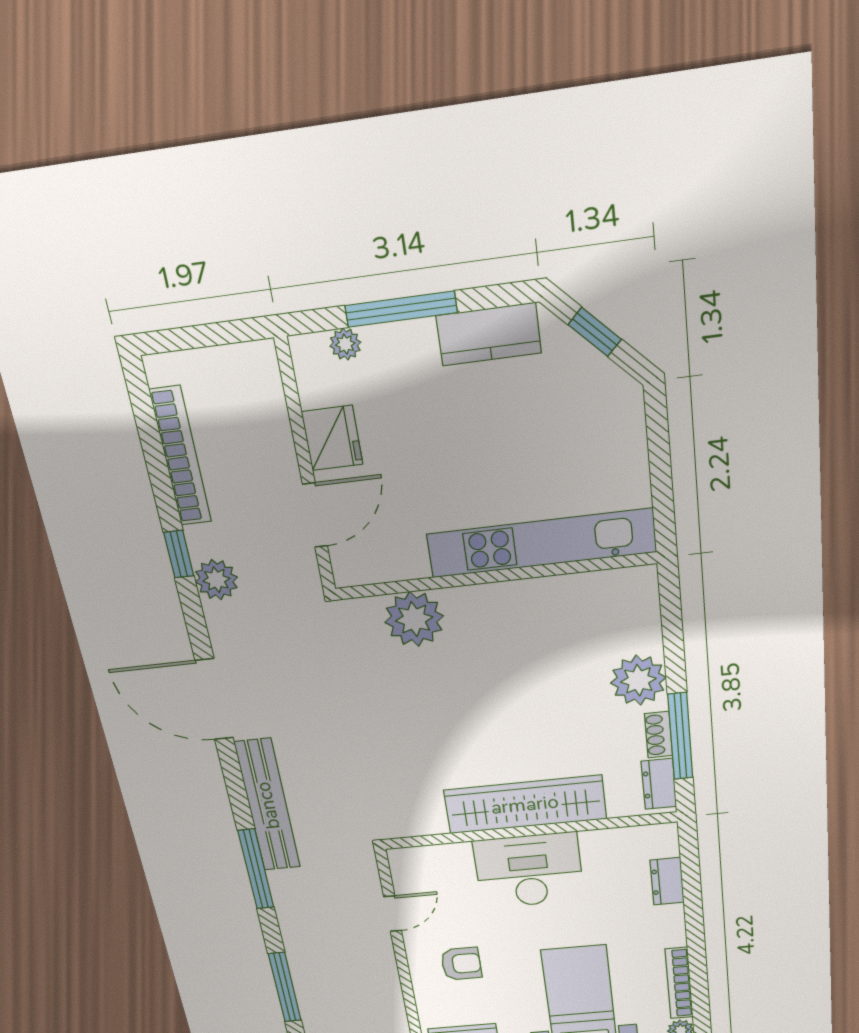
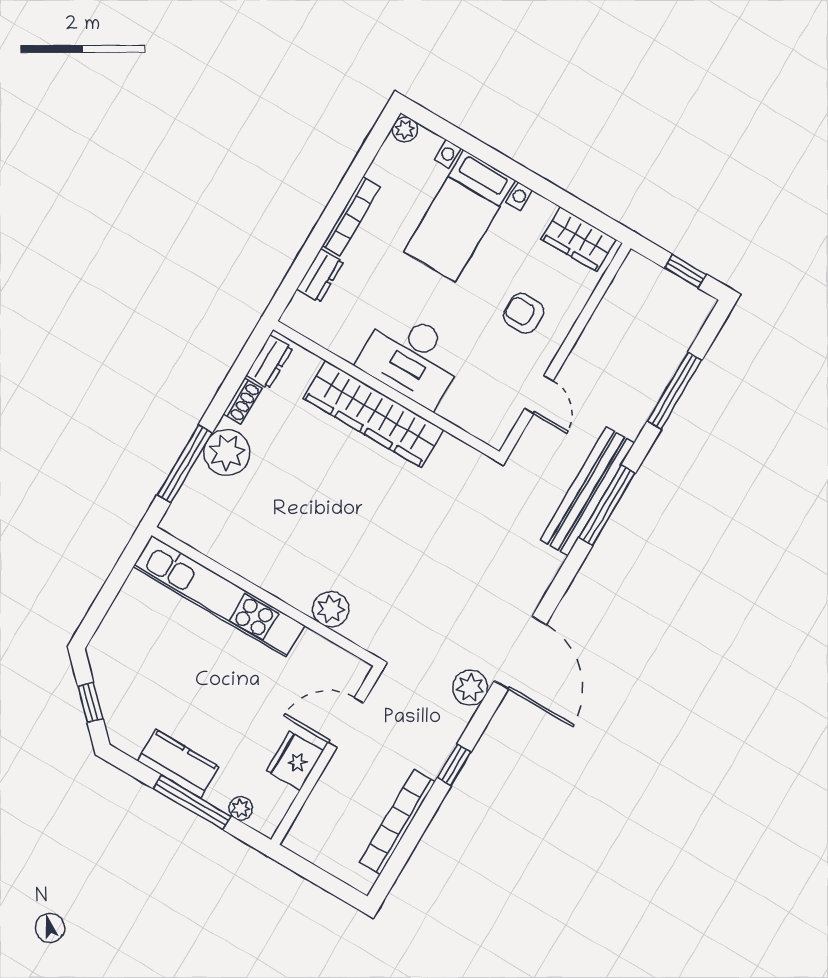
kitchen counter: (489, 334) -> (178, 764), moved
plant: (216, 580) -> (470, 688), moved
plant: (414, 619) -> (331, 609), width x0.73, depth x0.73
window: (680, 736) -> (185, 464), moved
bench: (268, 805) -> (587, 491), moved
door: (393, 914) -> (539, 395), swing flipped
bookcase: (679, 983) -> (351, 216), moved

